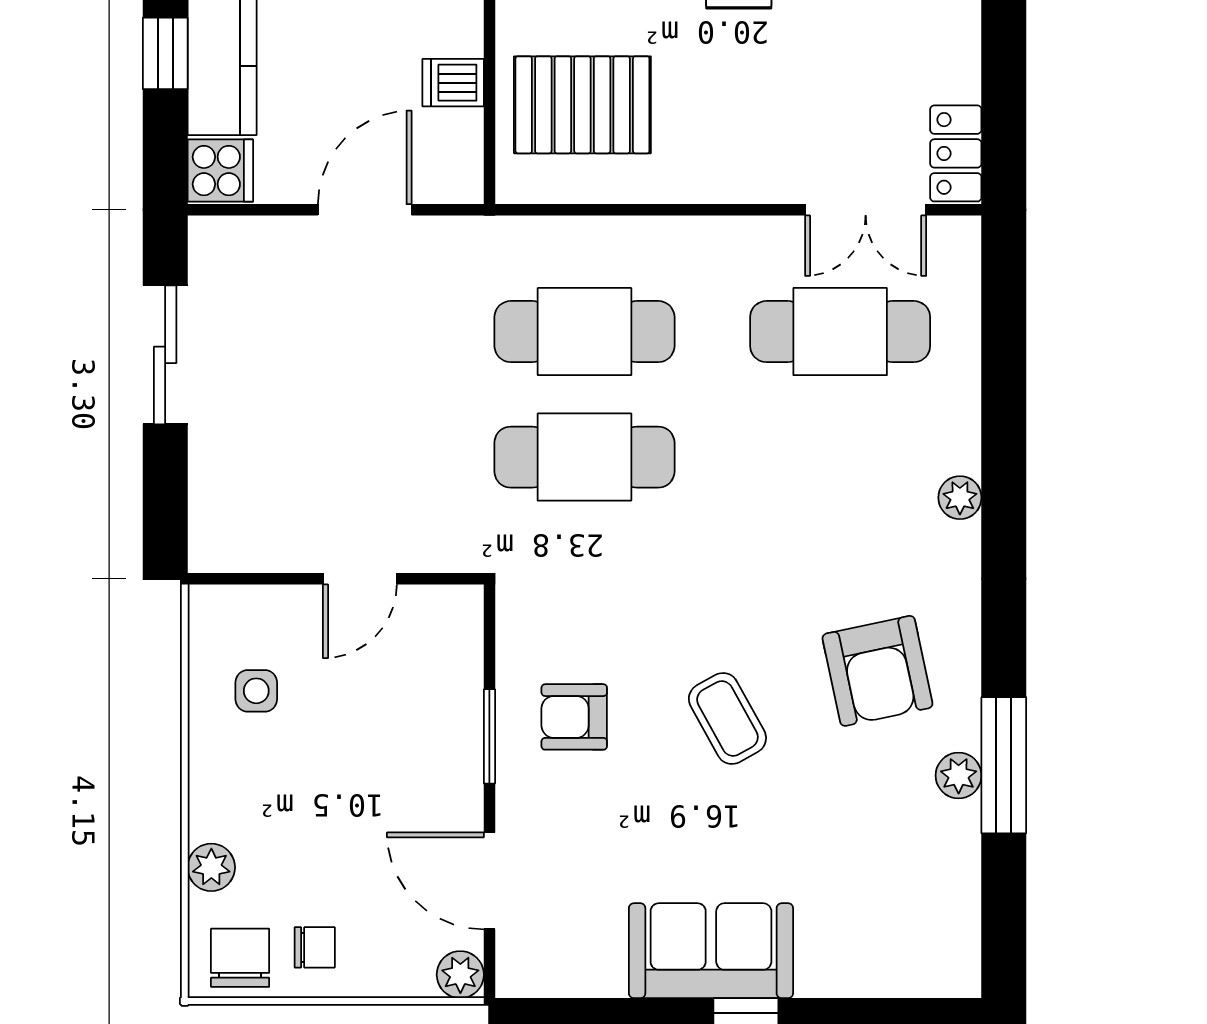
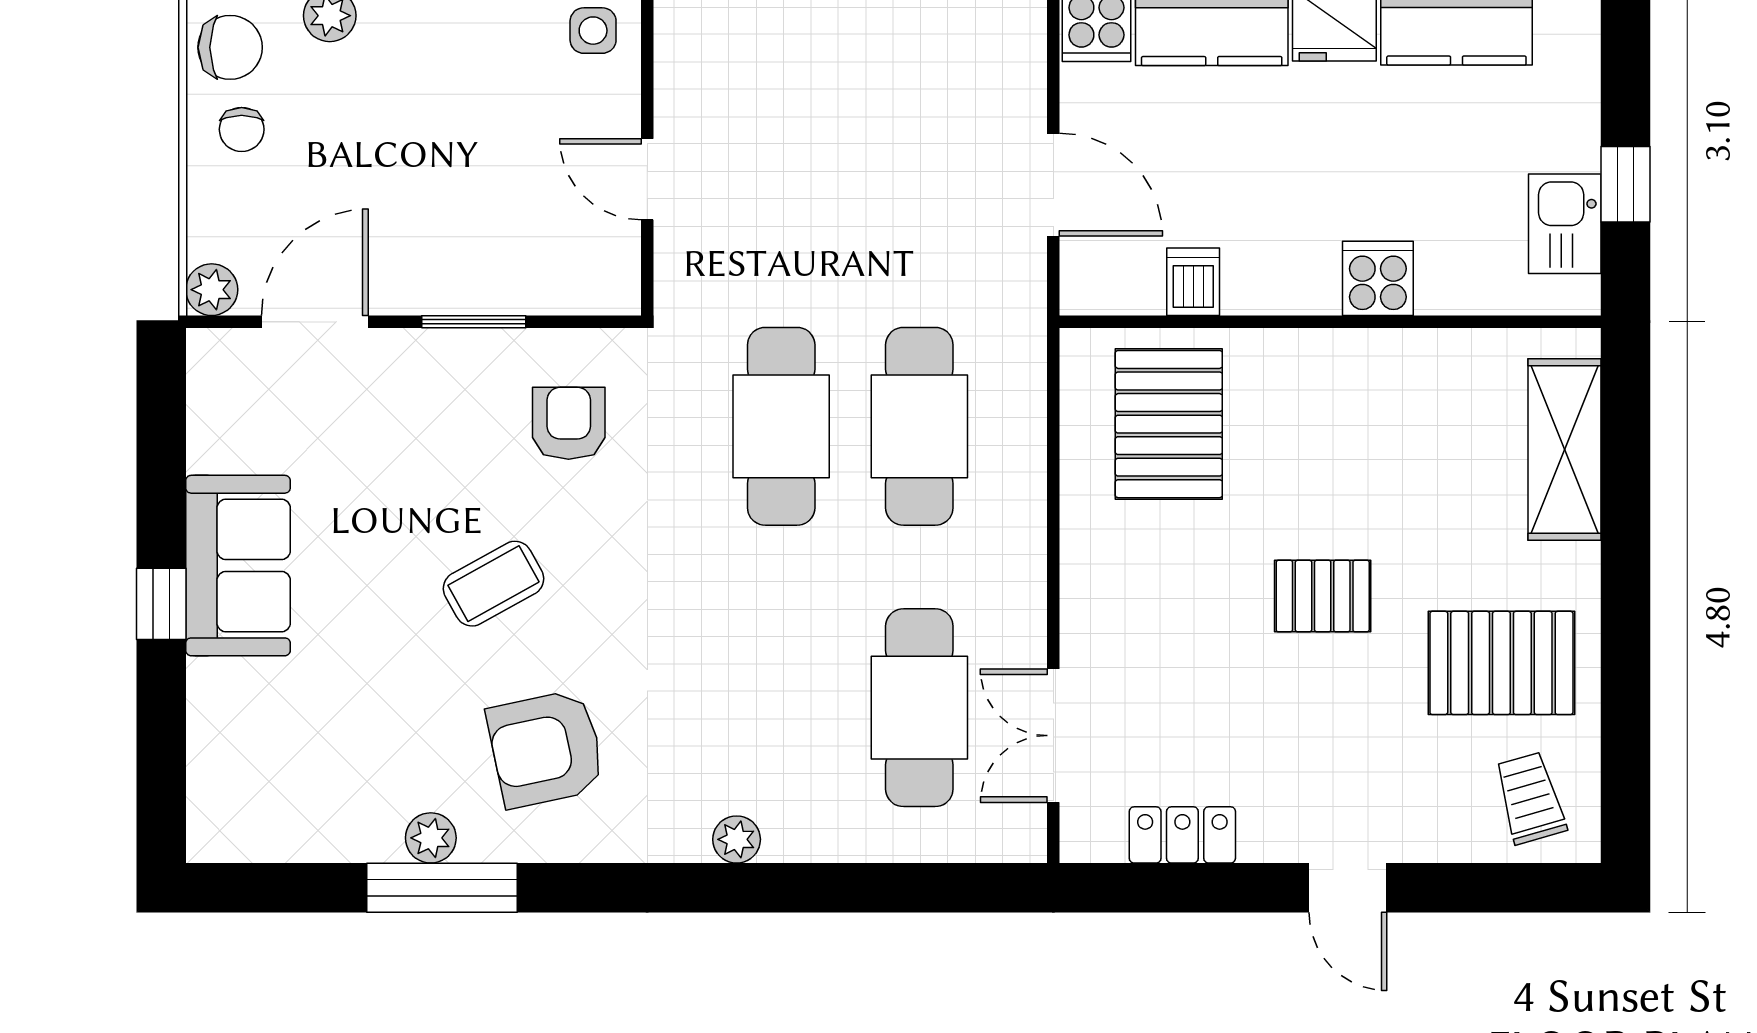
locker: (956, 153) -> (1182, 835), moved
side table: (256, 691) -> (593, 31), moved
armchair: (574, 717) -> (569, 423), moved

